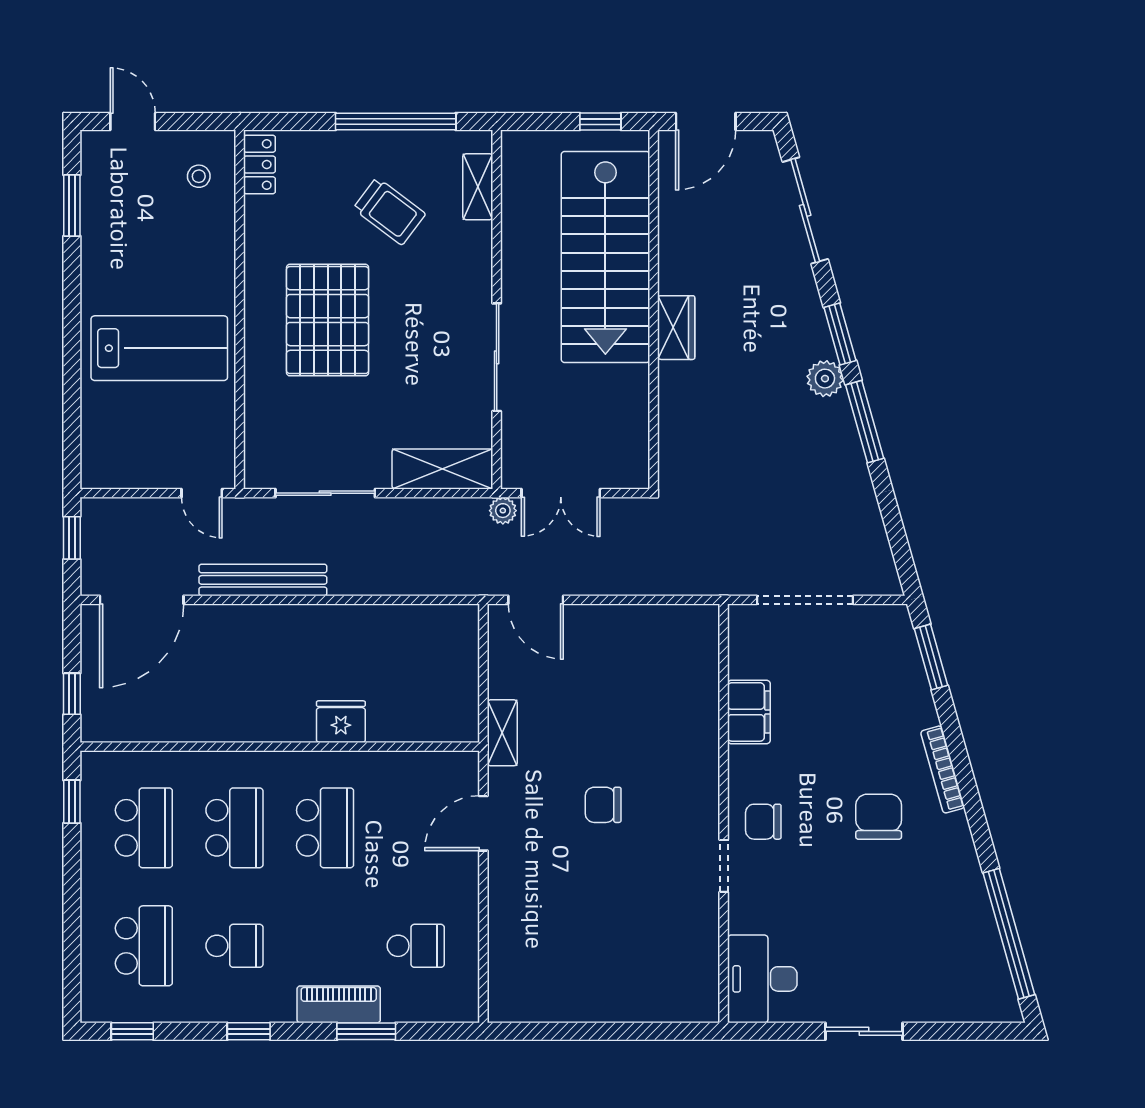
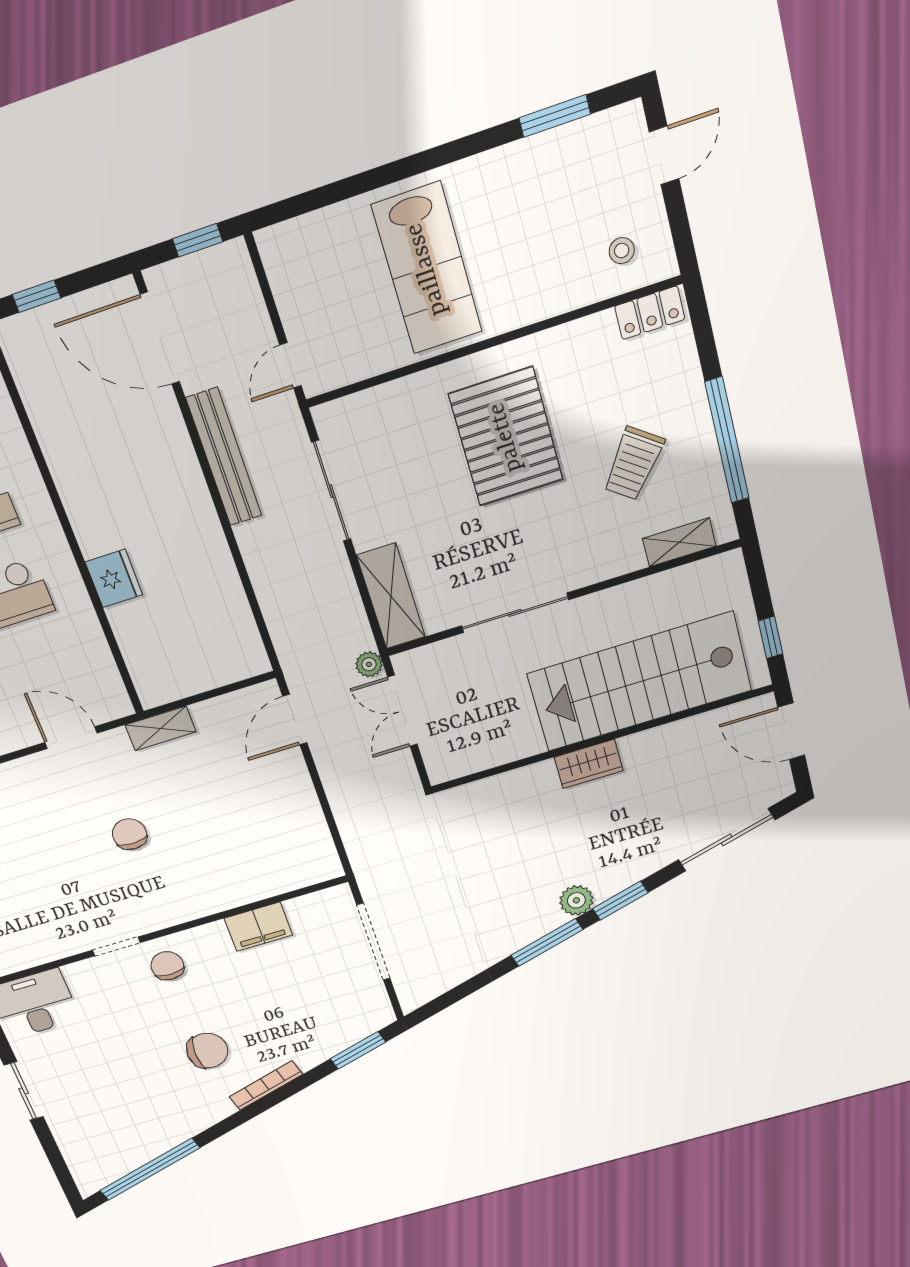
pallet: (328, 320) -> (506, 437), turned 90

